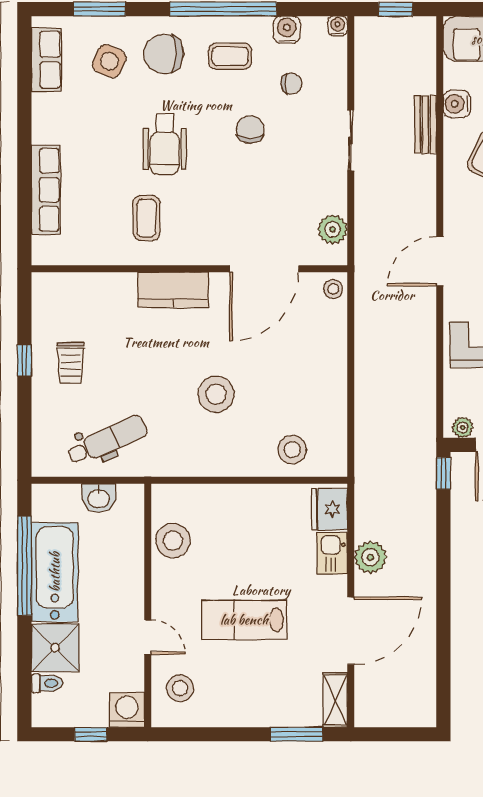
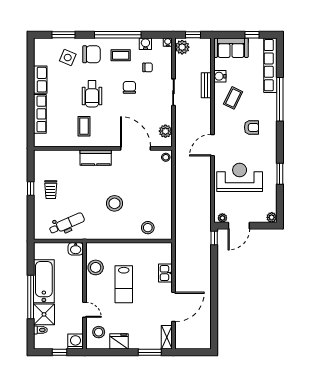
chair: (164, 54) -> (92, 54), turned 180
row of seats: (46, 60) -> (40, 80), moved
door: (264, 269) -> (136, 148), swing flipped
washbasin: (99, 498) -> (76, 249), moved
fridge: (330, 509) -> (119, 341), moved, turned 90
plant: (370, 557) -> (182, 47), moved
window: (24, 566) -> (31, 297), moved
lab bench: (244, 620) -> (124, 284), moved, turned -90

